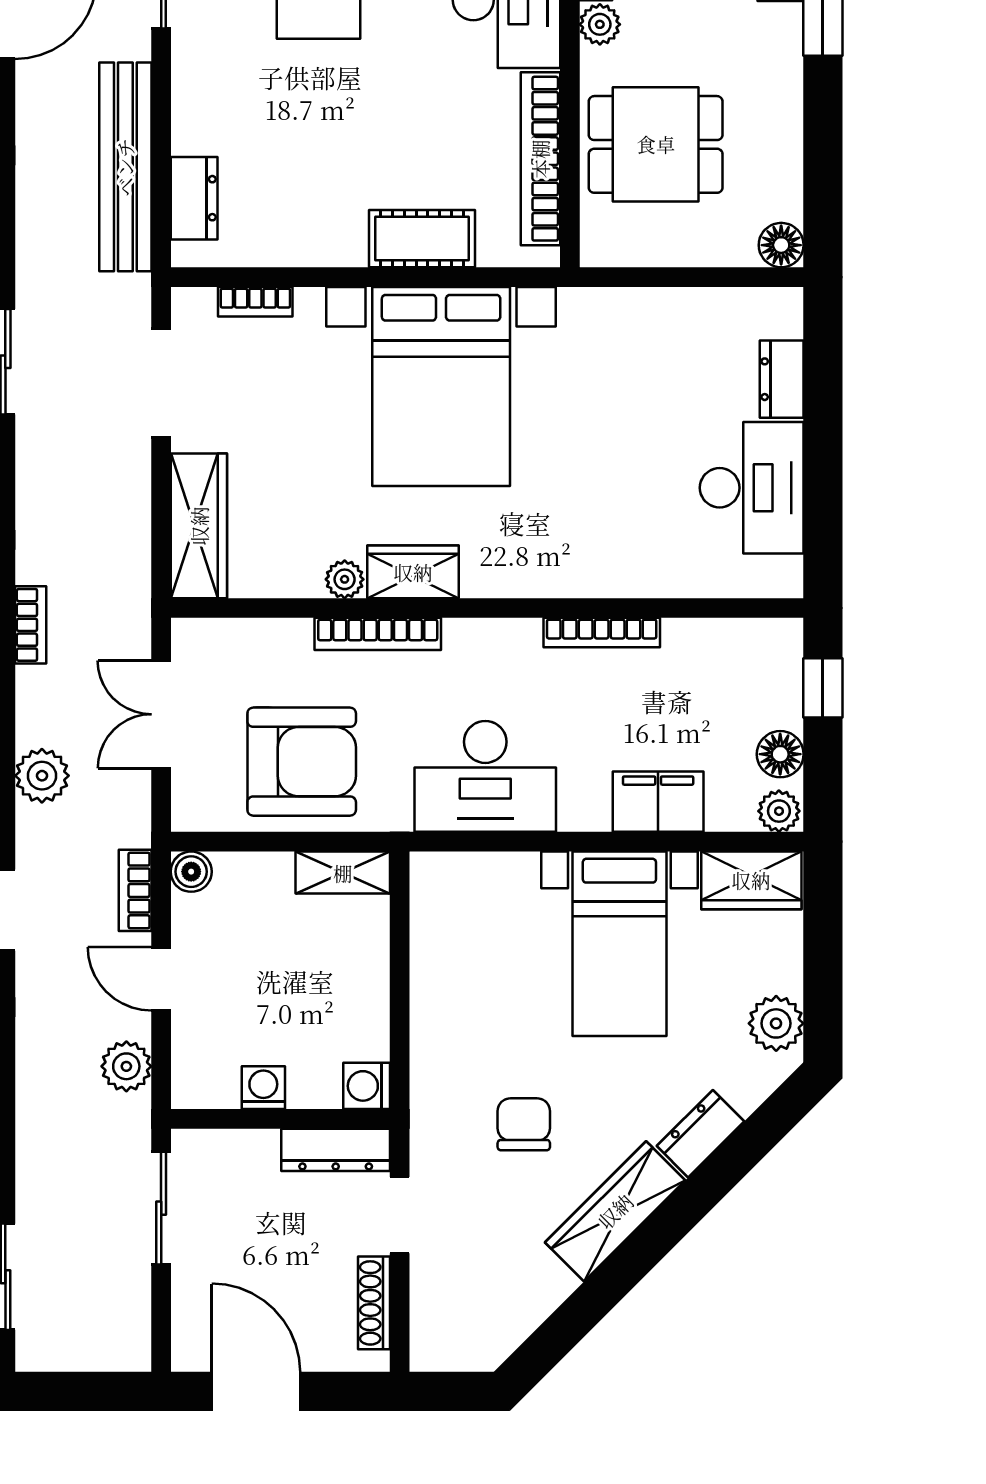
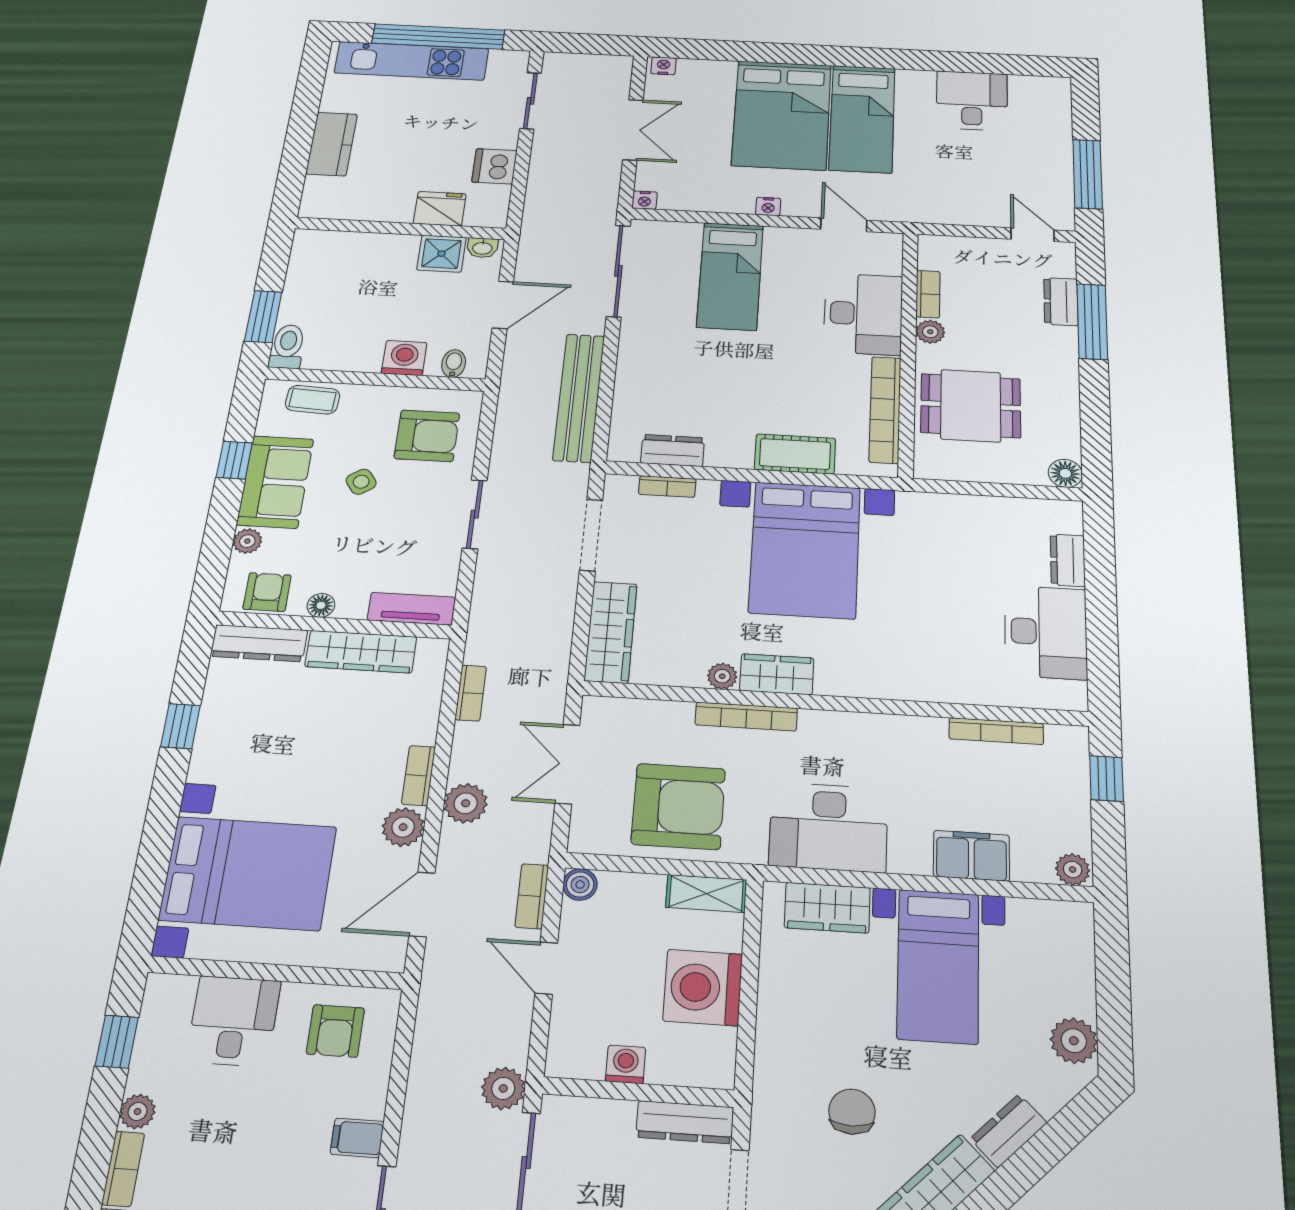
dresser: (194, 198) -> (673, 450), moved, turned -90
bookcase: (602, 633) -> (996, 731), moved
floor lamp: (780, 754) -> (1073, 826), removed
wardrobe: (751, 880) -> (827, 908), moved
plant: (126, 1066) -> (503, 1088), moved
washing machine: (367, 1086) -> (703, 987), moved, width x1.89, depth x1.89

